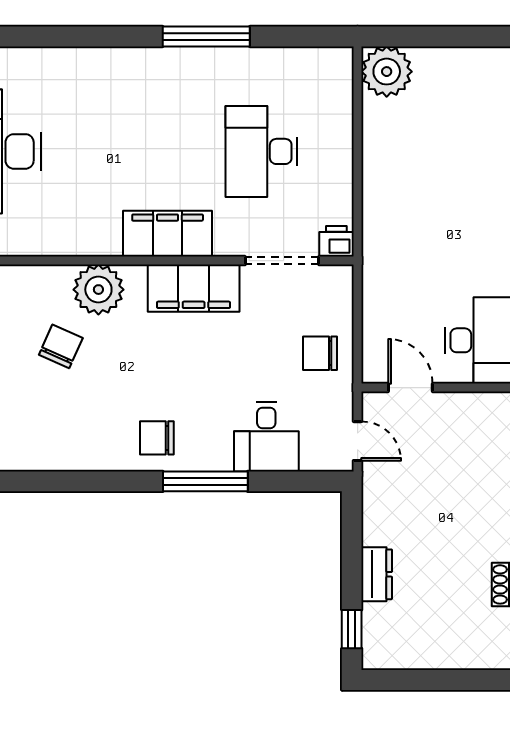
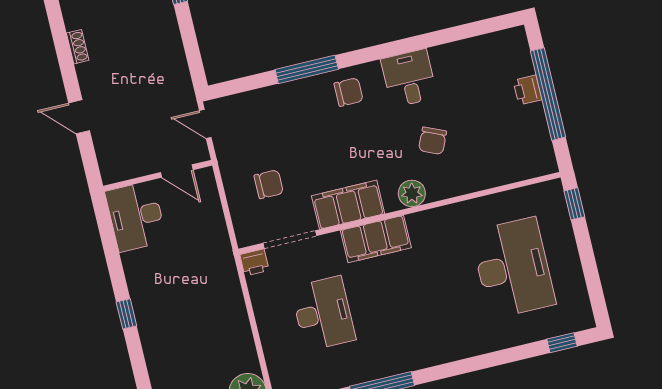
plant: (98, 290) -> (412, 193), width x0.73, depth x0.73
chair: (320, 353) -> (269, 184), moved
desk: (266, 437) -> (409, 78), moved
dresser: (377, 574) -> (169, 32), removed

